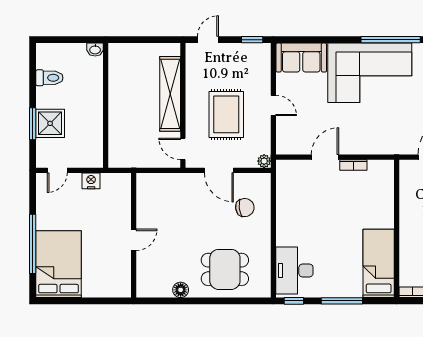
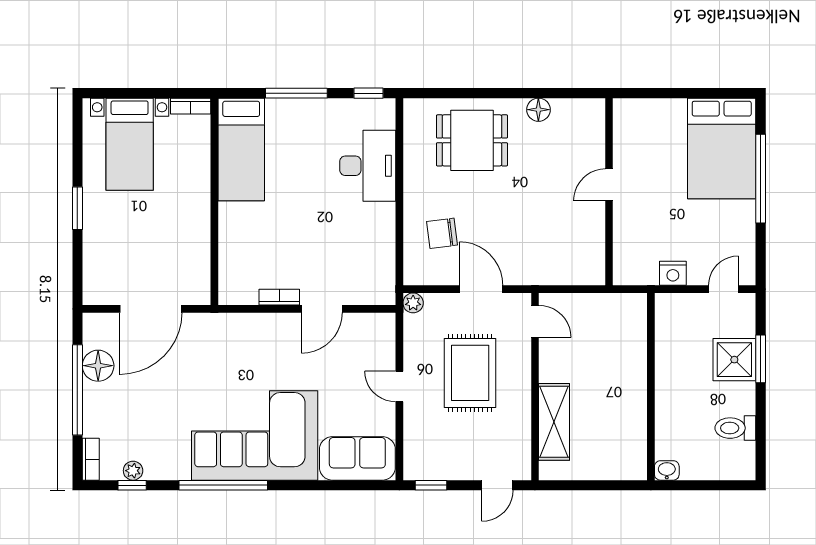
shelving: (170, 94) -> (554, 422), width x0.68
desk: (294, 270) -> (368, 166), moved

